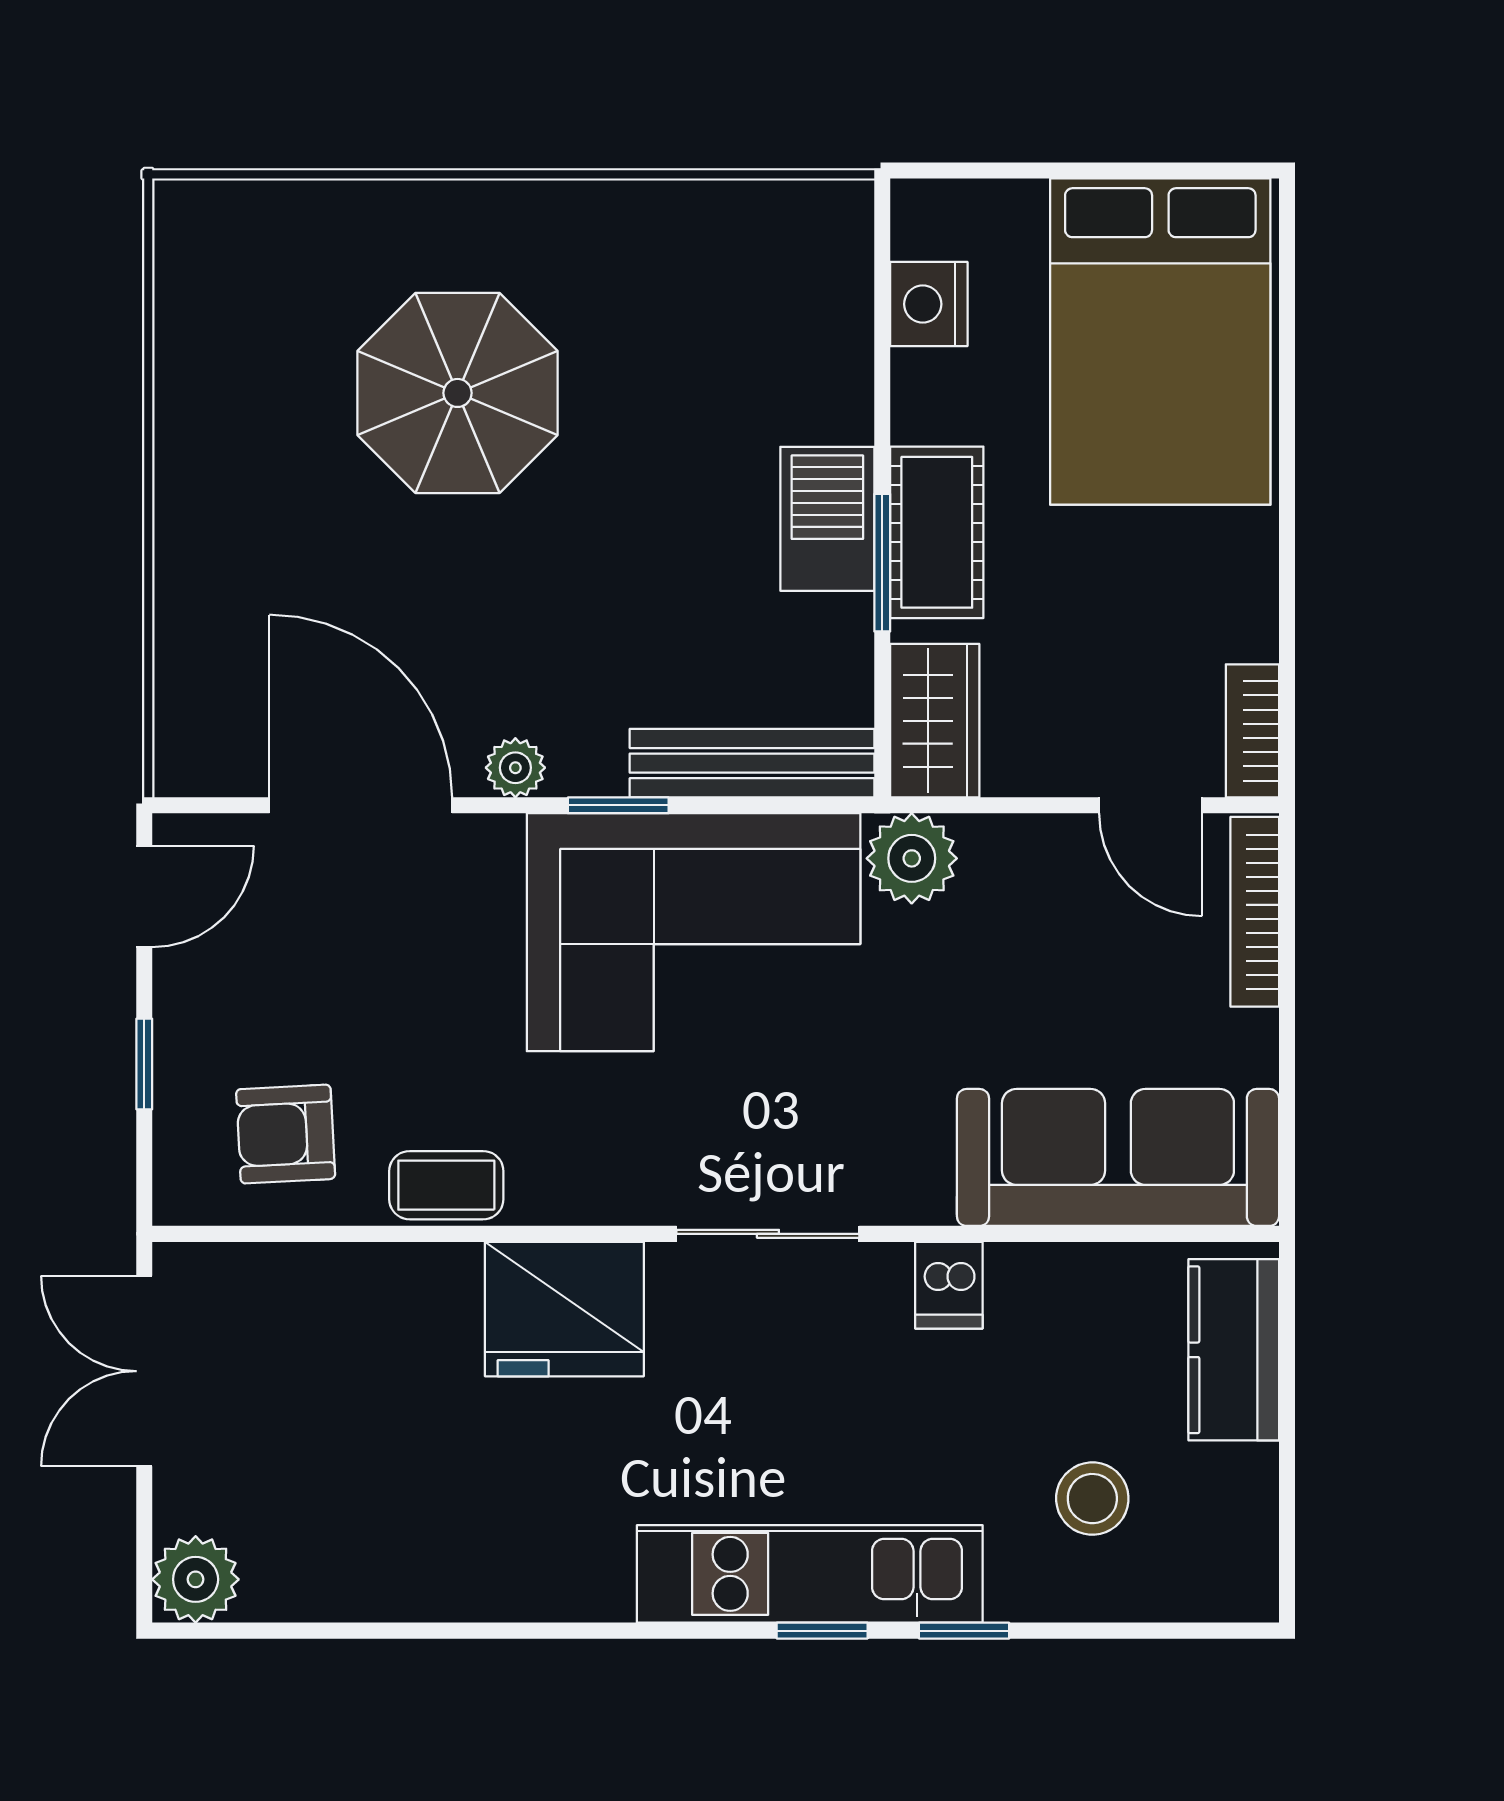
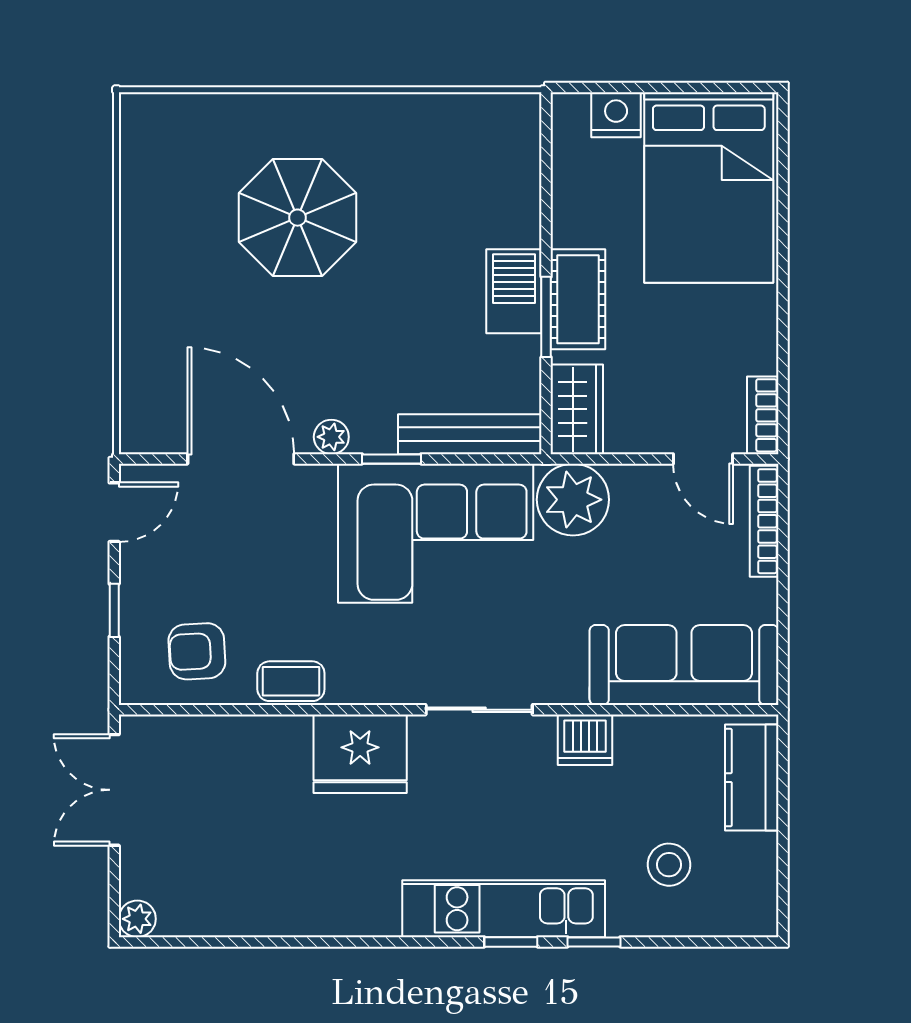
nightstand: (929, 304) -> (616, 115), moved, turned 90
plant: (912, 858) -> (573, 500), width x1.36, depth x1.36
dishwasher: (949, 1285) -> (585, 740), width x1.38
plant: (196, 1579) -> (137, 919), width x0.73, depth x0.73

